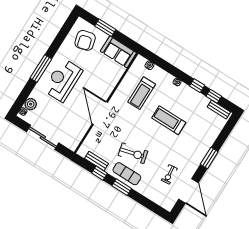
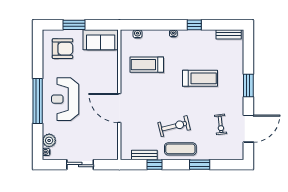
armchair: (85, 40) -> (62, 49), turned -75
window: (41, 68) -> (38, 101), width x1.46
treadmill: (142, 93) -> (147, 65), turned 90
window: (214, 96) -> (216, 25), removed
treadmill: (169, 120) -> (200, 78), moved, turned 180
sliding door: (43, 137) -> (80, 165), width x0.73
window: (122, 187) -> (200, 165), moved
door: (188, 191) -> (248, 129), hinge flipped

